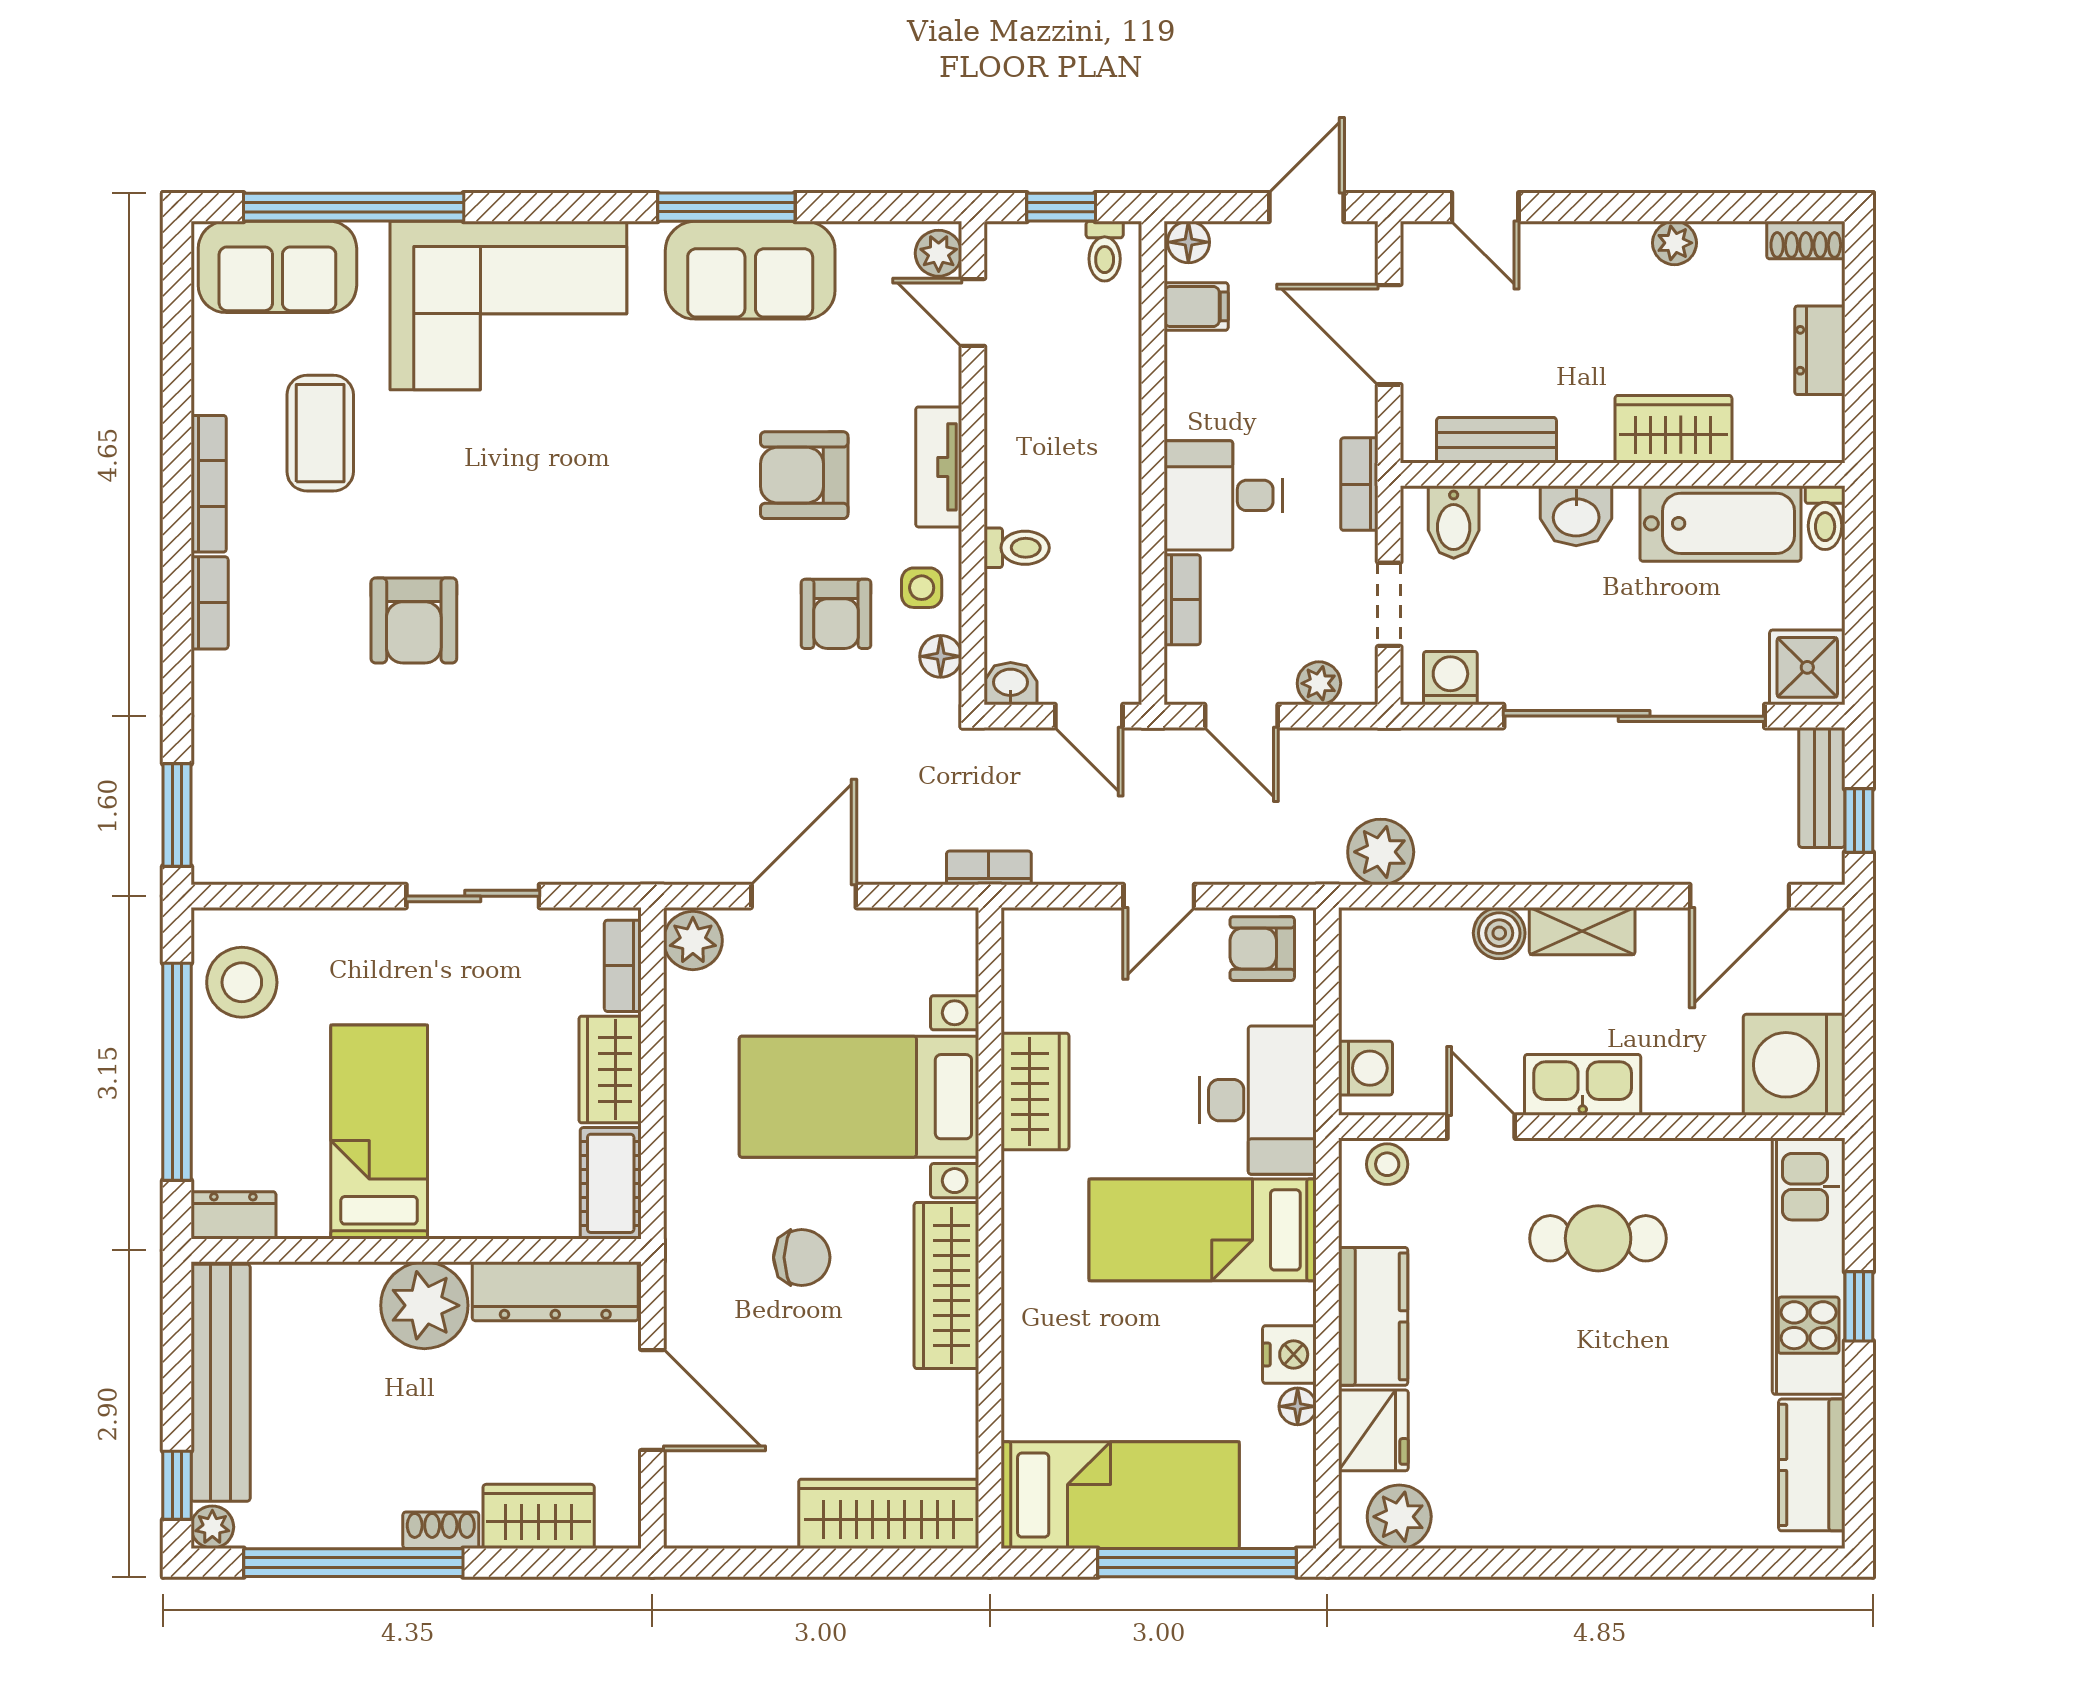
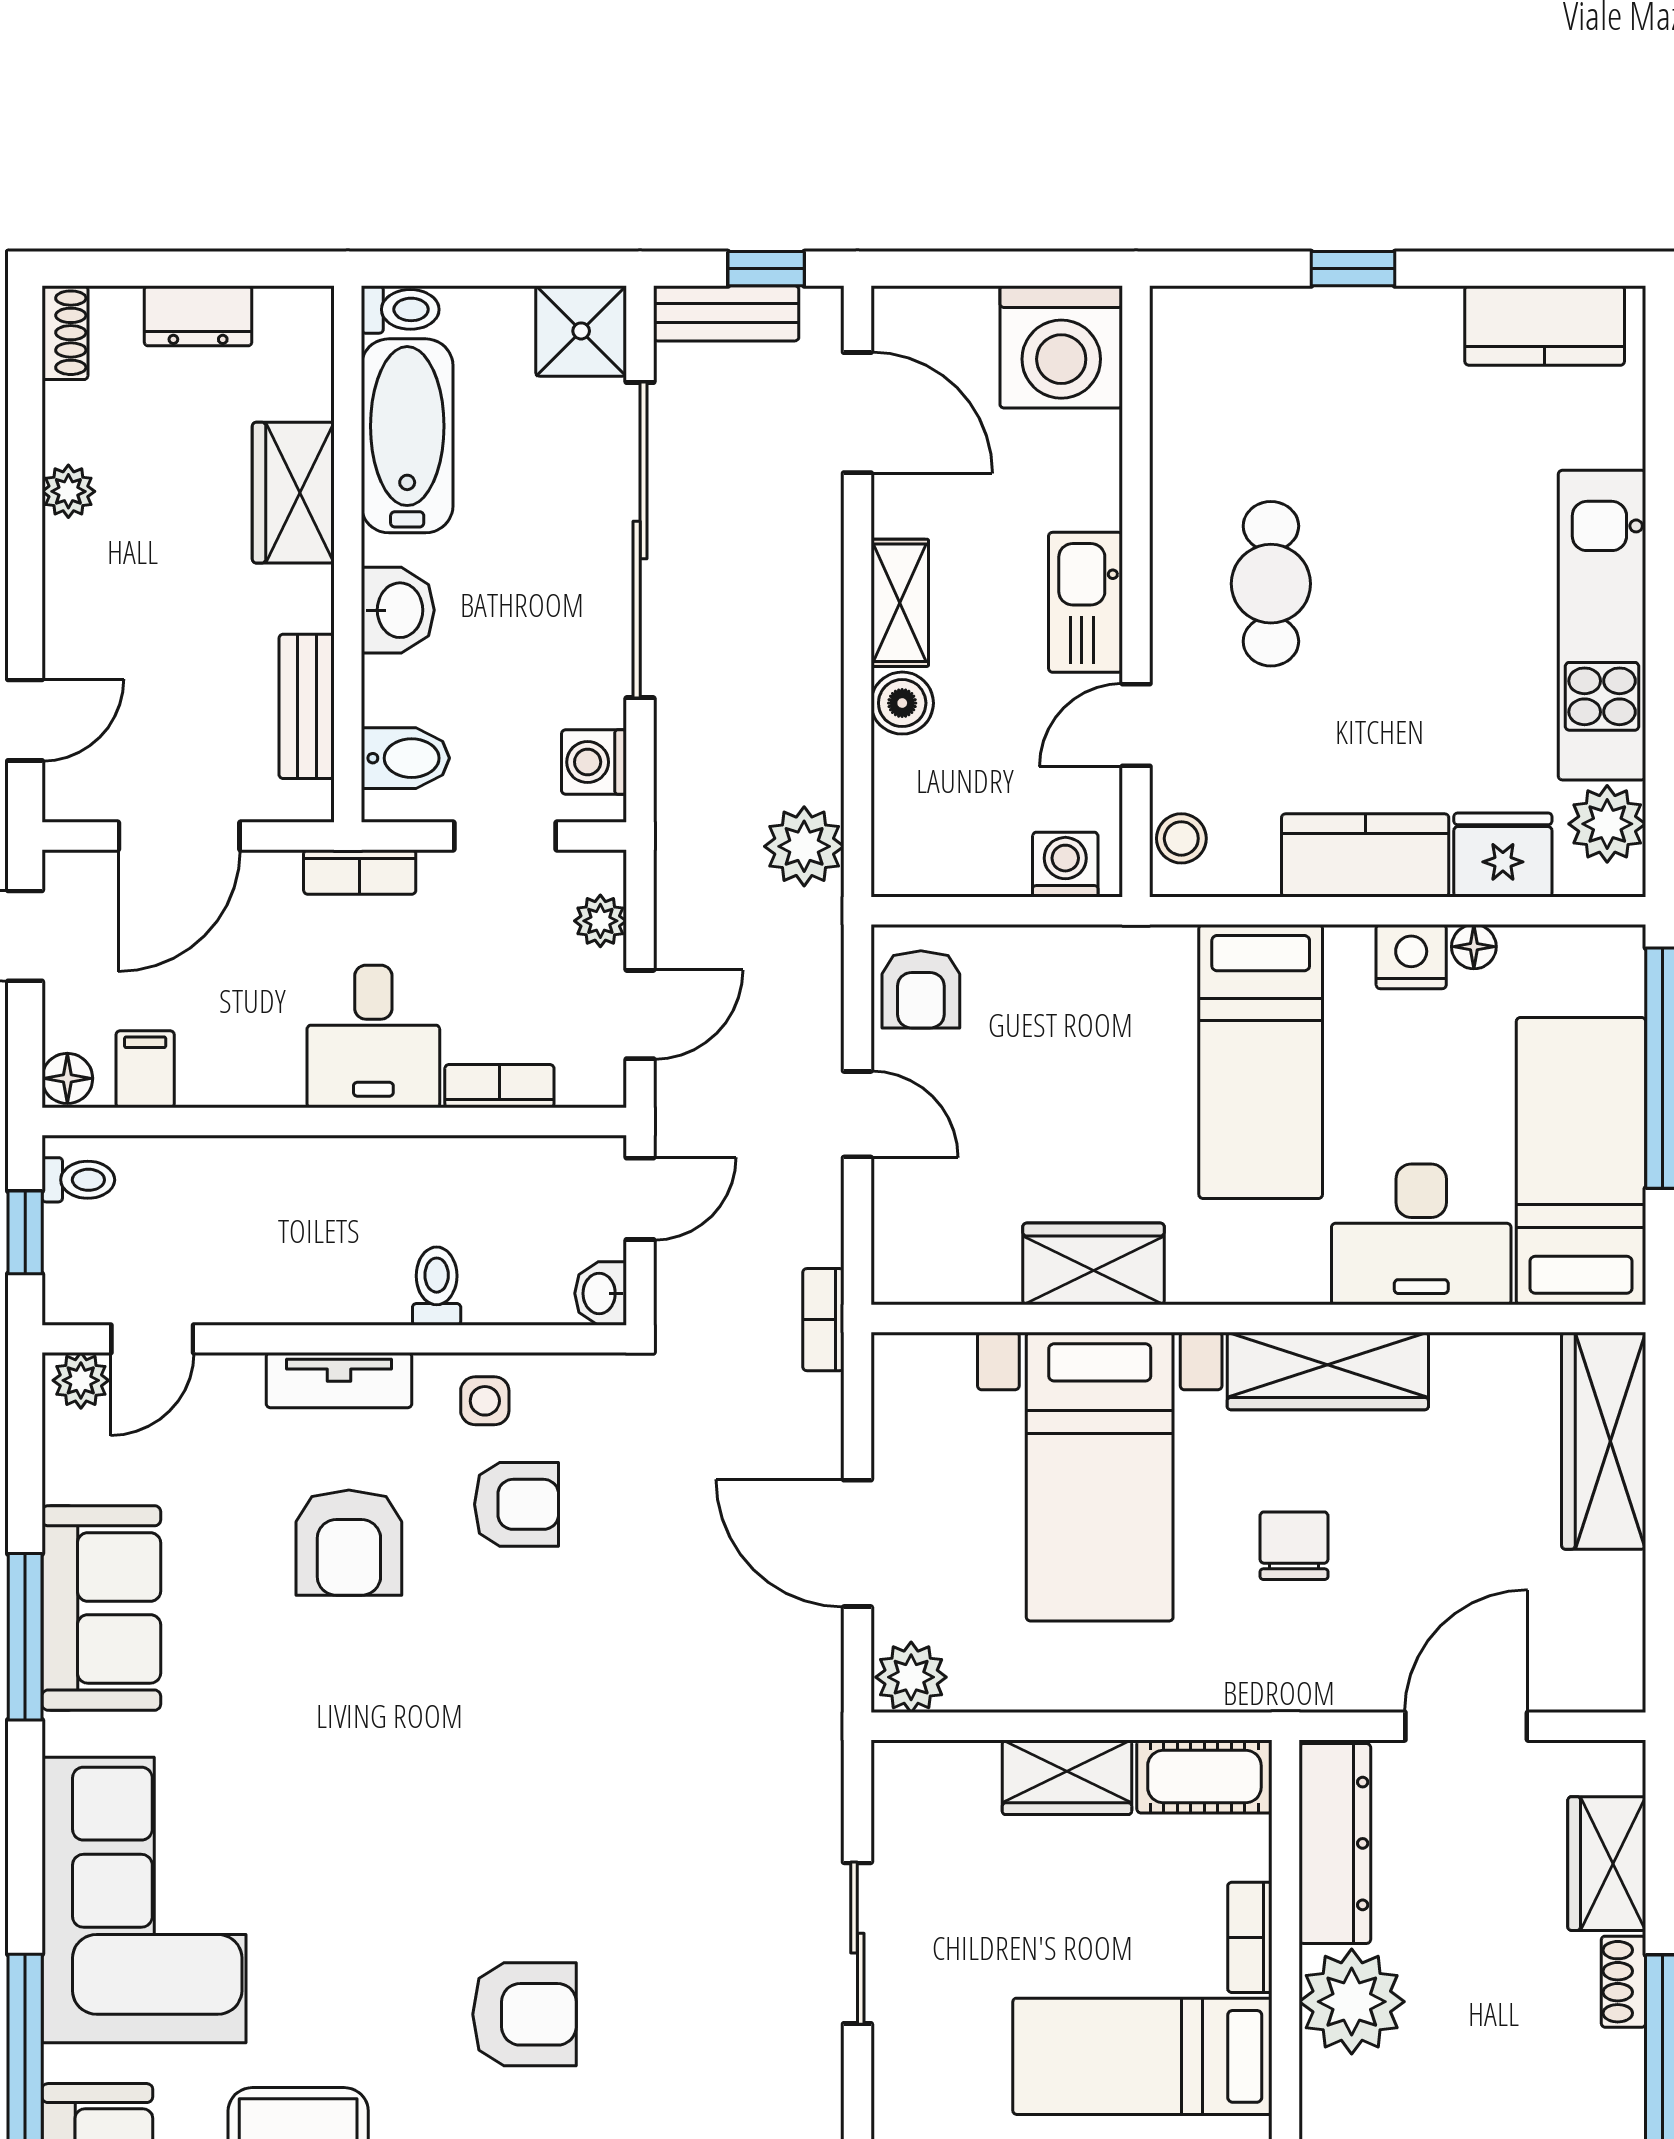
floor lamp: (941, 656) -> (568, 1378), removed
bookcase: (623, 966) -> (1250, 1937), moved, turned 90
desk: (1258, 1100) -> (1421, 1234), moved, turned 180
kitchen unit: (1809, 1266) -> (1602, 625), moved, turned 90

